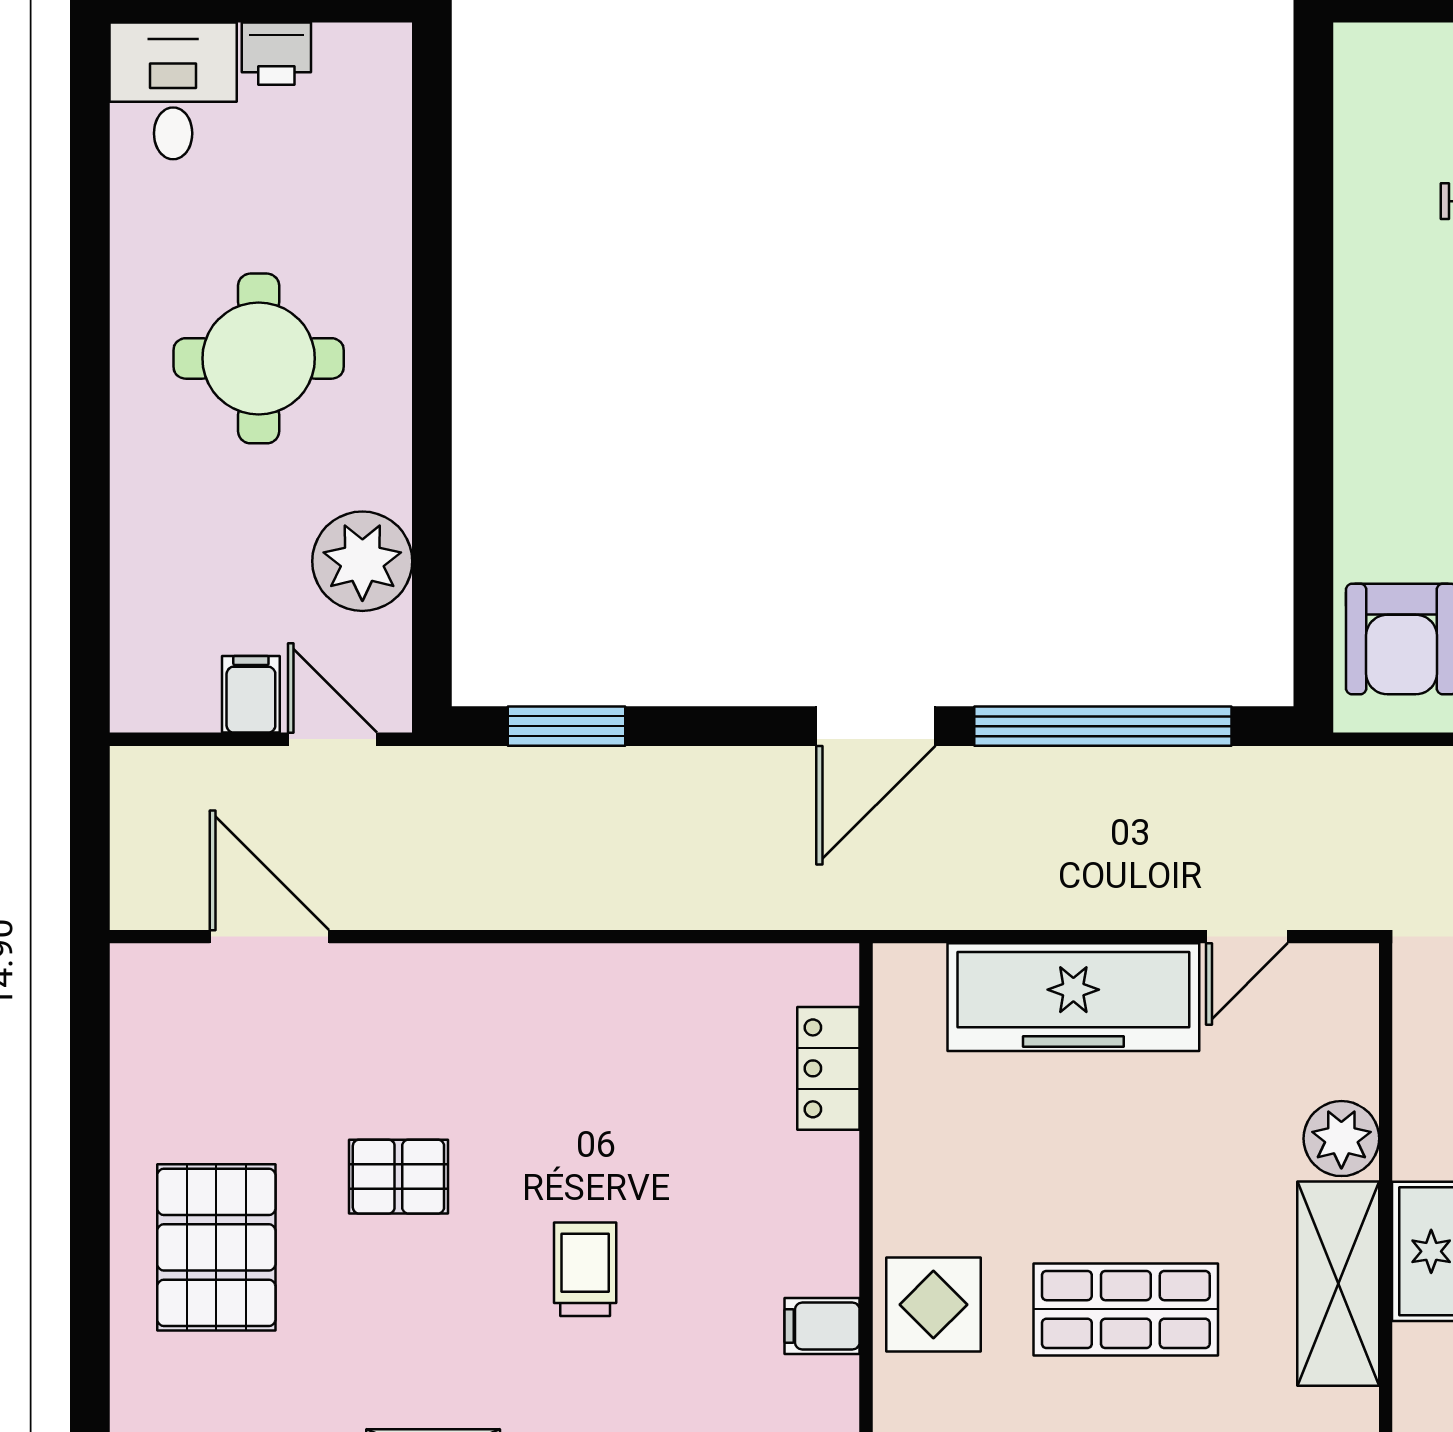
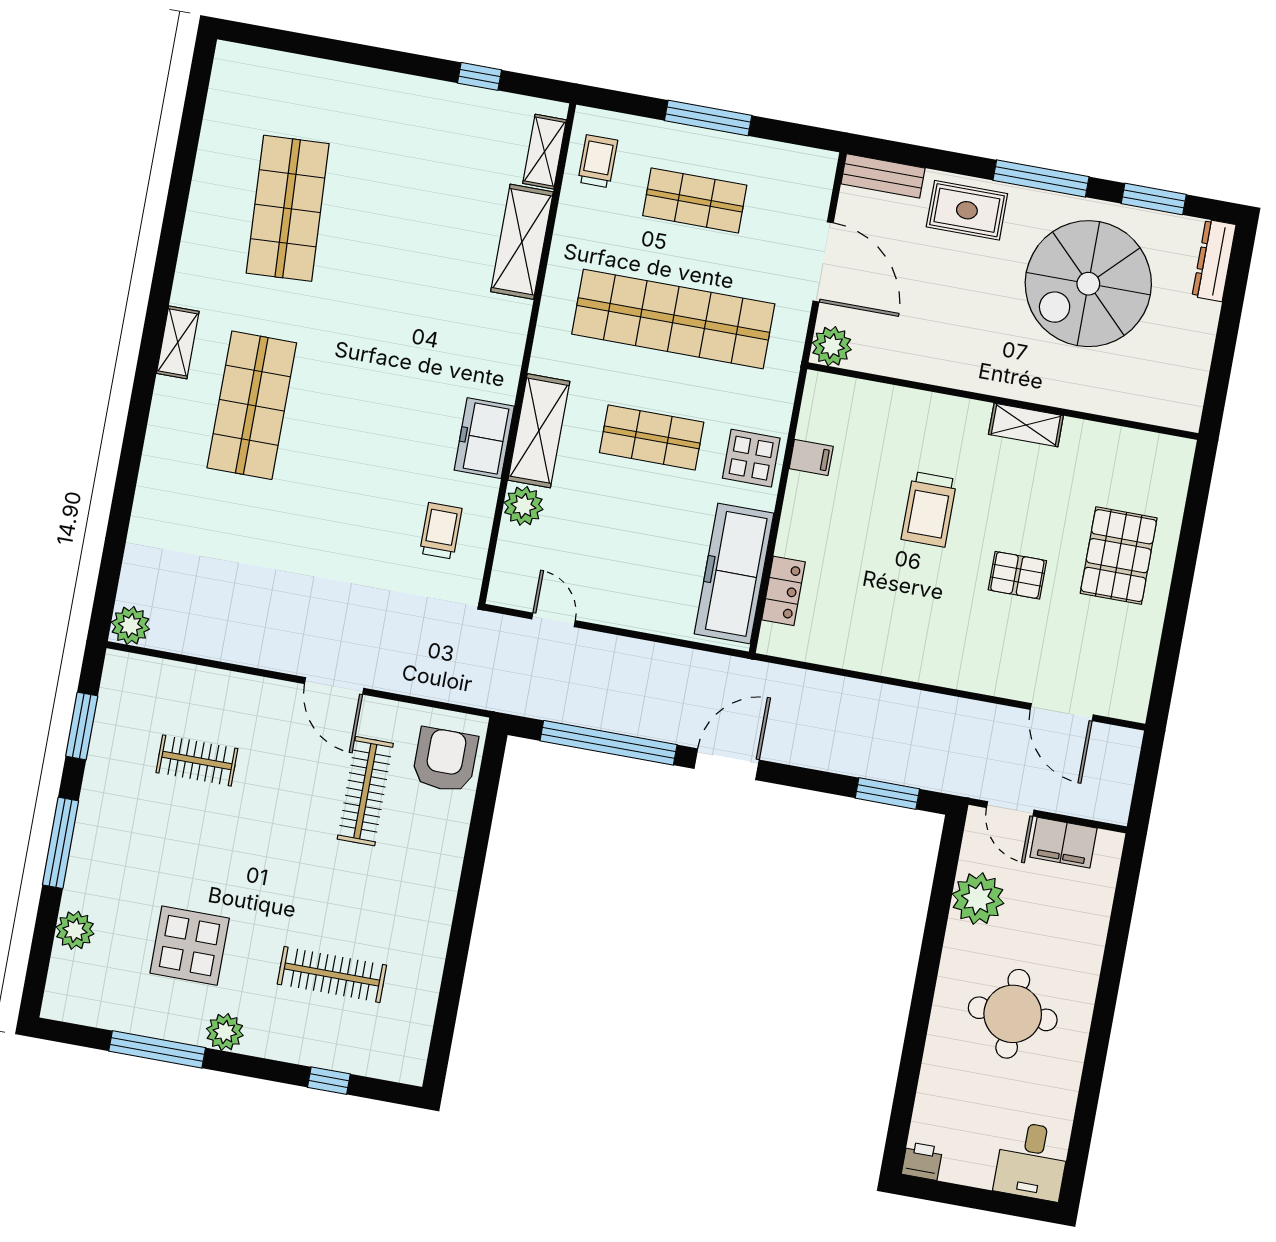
printer: (276, 54) -> (922, 1161), moved
filing cabinet: (251, 694) -> (1063, 843), width x2.00
door: (1247, 937) -> (554, 620), hinge flipped
freezer: (1073, 997) -> (734, 573), moved, turned -90
trolley: (585, 1269) -> (929, 509), width x1.36, depth x1.39

